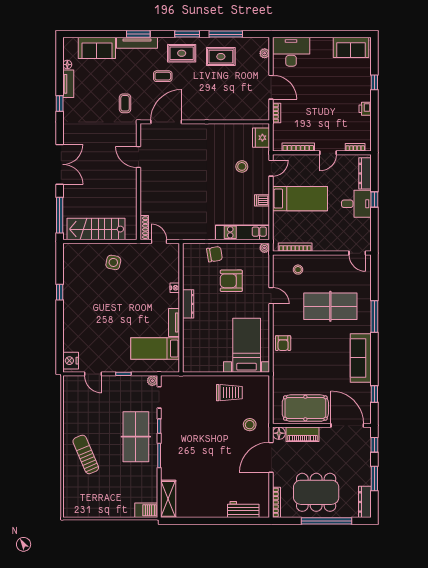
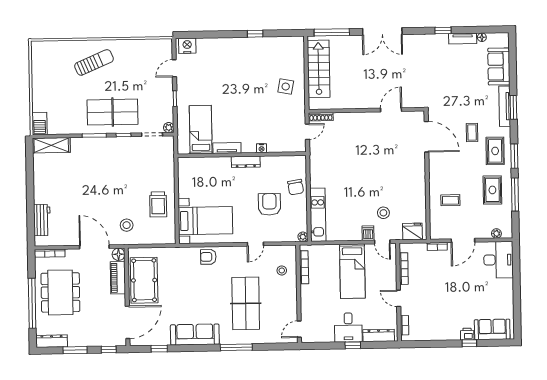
sofa: (351, 47) -> (492, 329), moved, turned 90
coffee table: (125, 103) -> (450, 200), moved
printer: (365, 109) -> (467, 334), moved
dishwasher: (262, 200) -> (368, 233), moved

